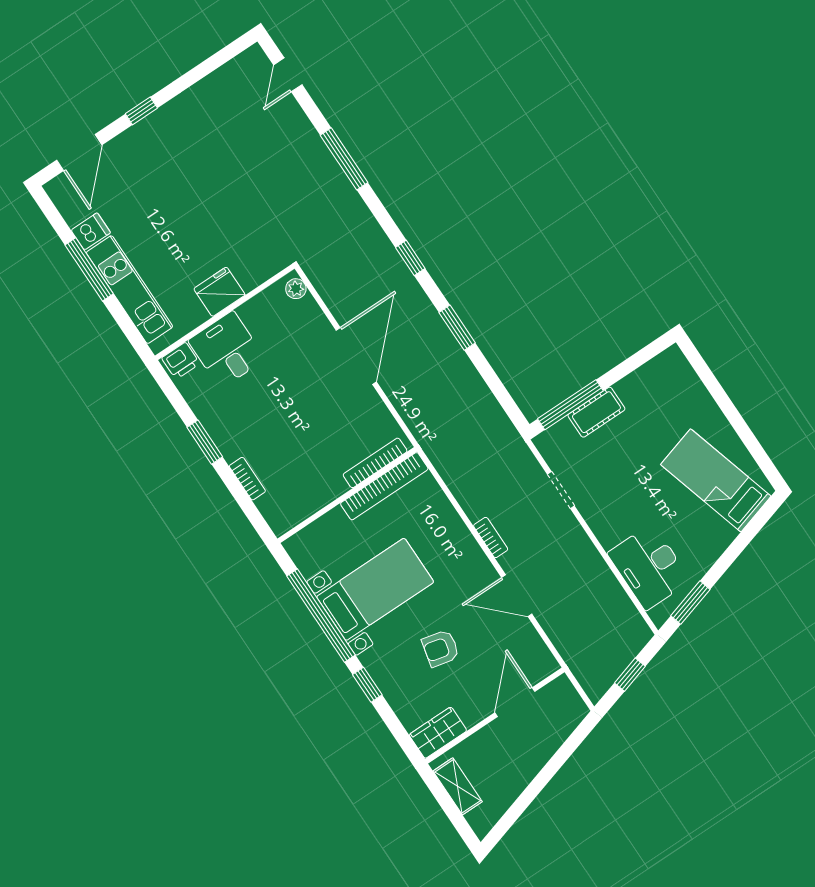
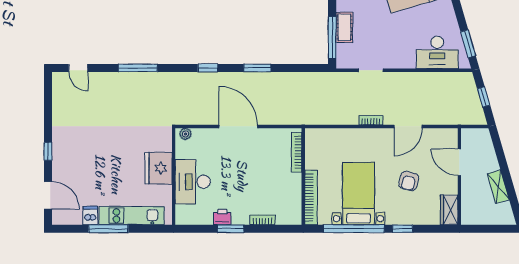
fridge: (219, 292) -> (159, 168), width x1.36, depth x1.34
desk: (227, 350) -> (193, 182), width x1.37
printer: (181, 361) -> (222, 217), moved, turned -90
bookcase: (384, 486) -> (311, 197), moved
shelving: (458, 786) -> (498, 187), moved, turned 74

